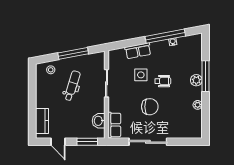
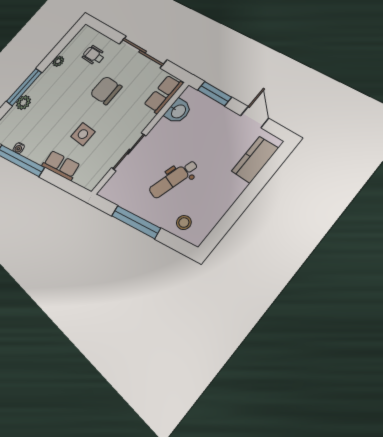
plant: (196, 80) -> (23, 103), moved
wheelchair: (163, 81) -> (94, 55), moved

